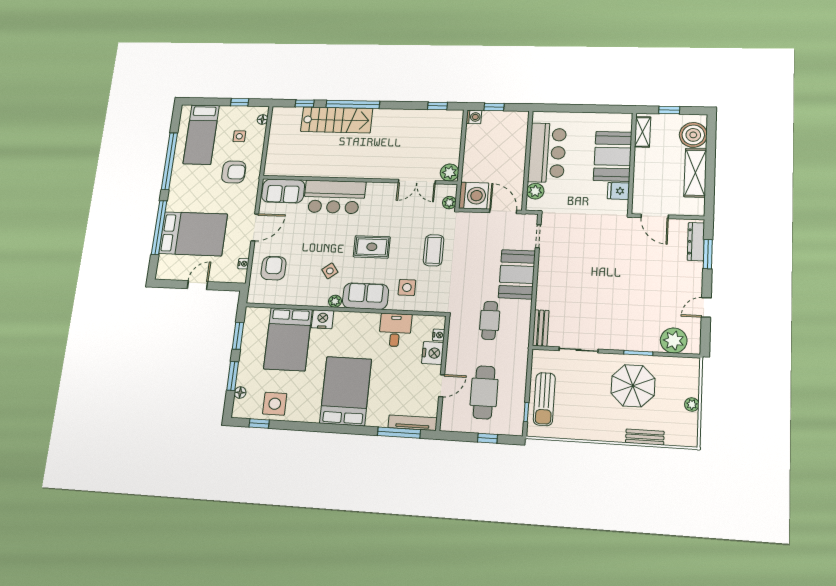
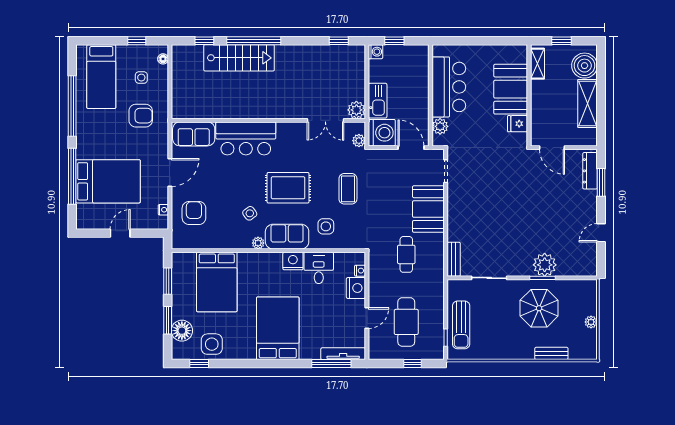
kitchen sink: (472, 164) -> (378, 101), added
rug: (372, 247) -> (288, 188), width x1.36, depth x1.43
nightstand: (323, 319) -> (293, 261), moved
plant: (674, 340) -> (545, 265), moved
floor lamp: (240, 393) -> (182, 331), width x1.89, depth x1.89

